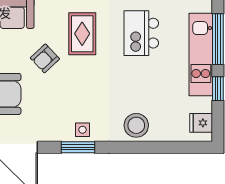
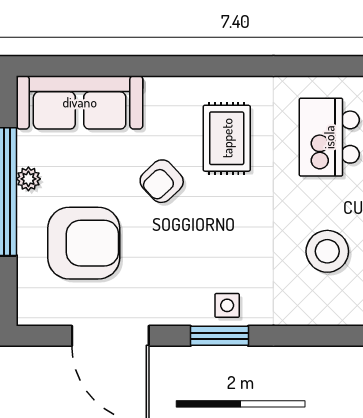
stool: (136, 125) -> (327, 251), moved

